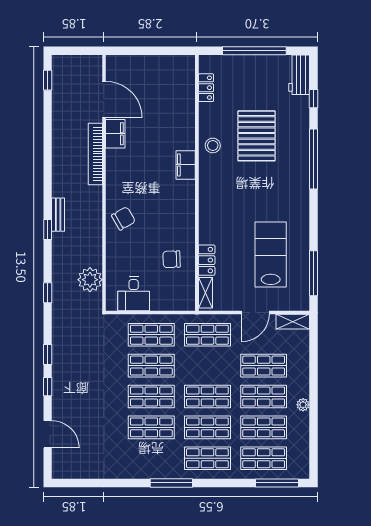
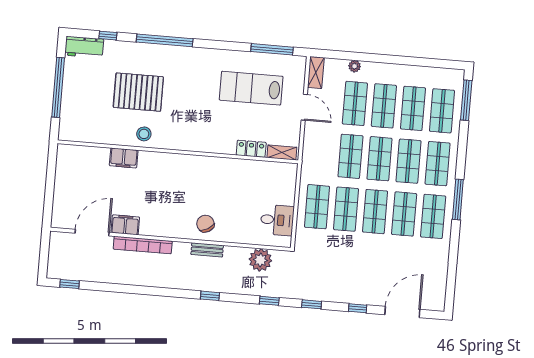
locker: (206, 88) -> (89, 136), removed
filing cabinet: (186, 165) -> (124, 158), moved
bench: (58, 215) -> (207, 250), moved
chair: (172, 259) -> (248, 182), removed
shop shelf: (207, 335) -> (350, 156), moved
window: (48, 354) -> (312, 304), moved
plant: (303, 405) -> (355, 66), moved
door: (48, 434) -> (402, 312), width x1.36
shop shelf: (151, 458) -> (433, 216), added

